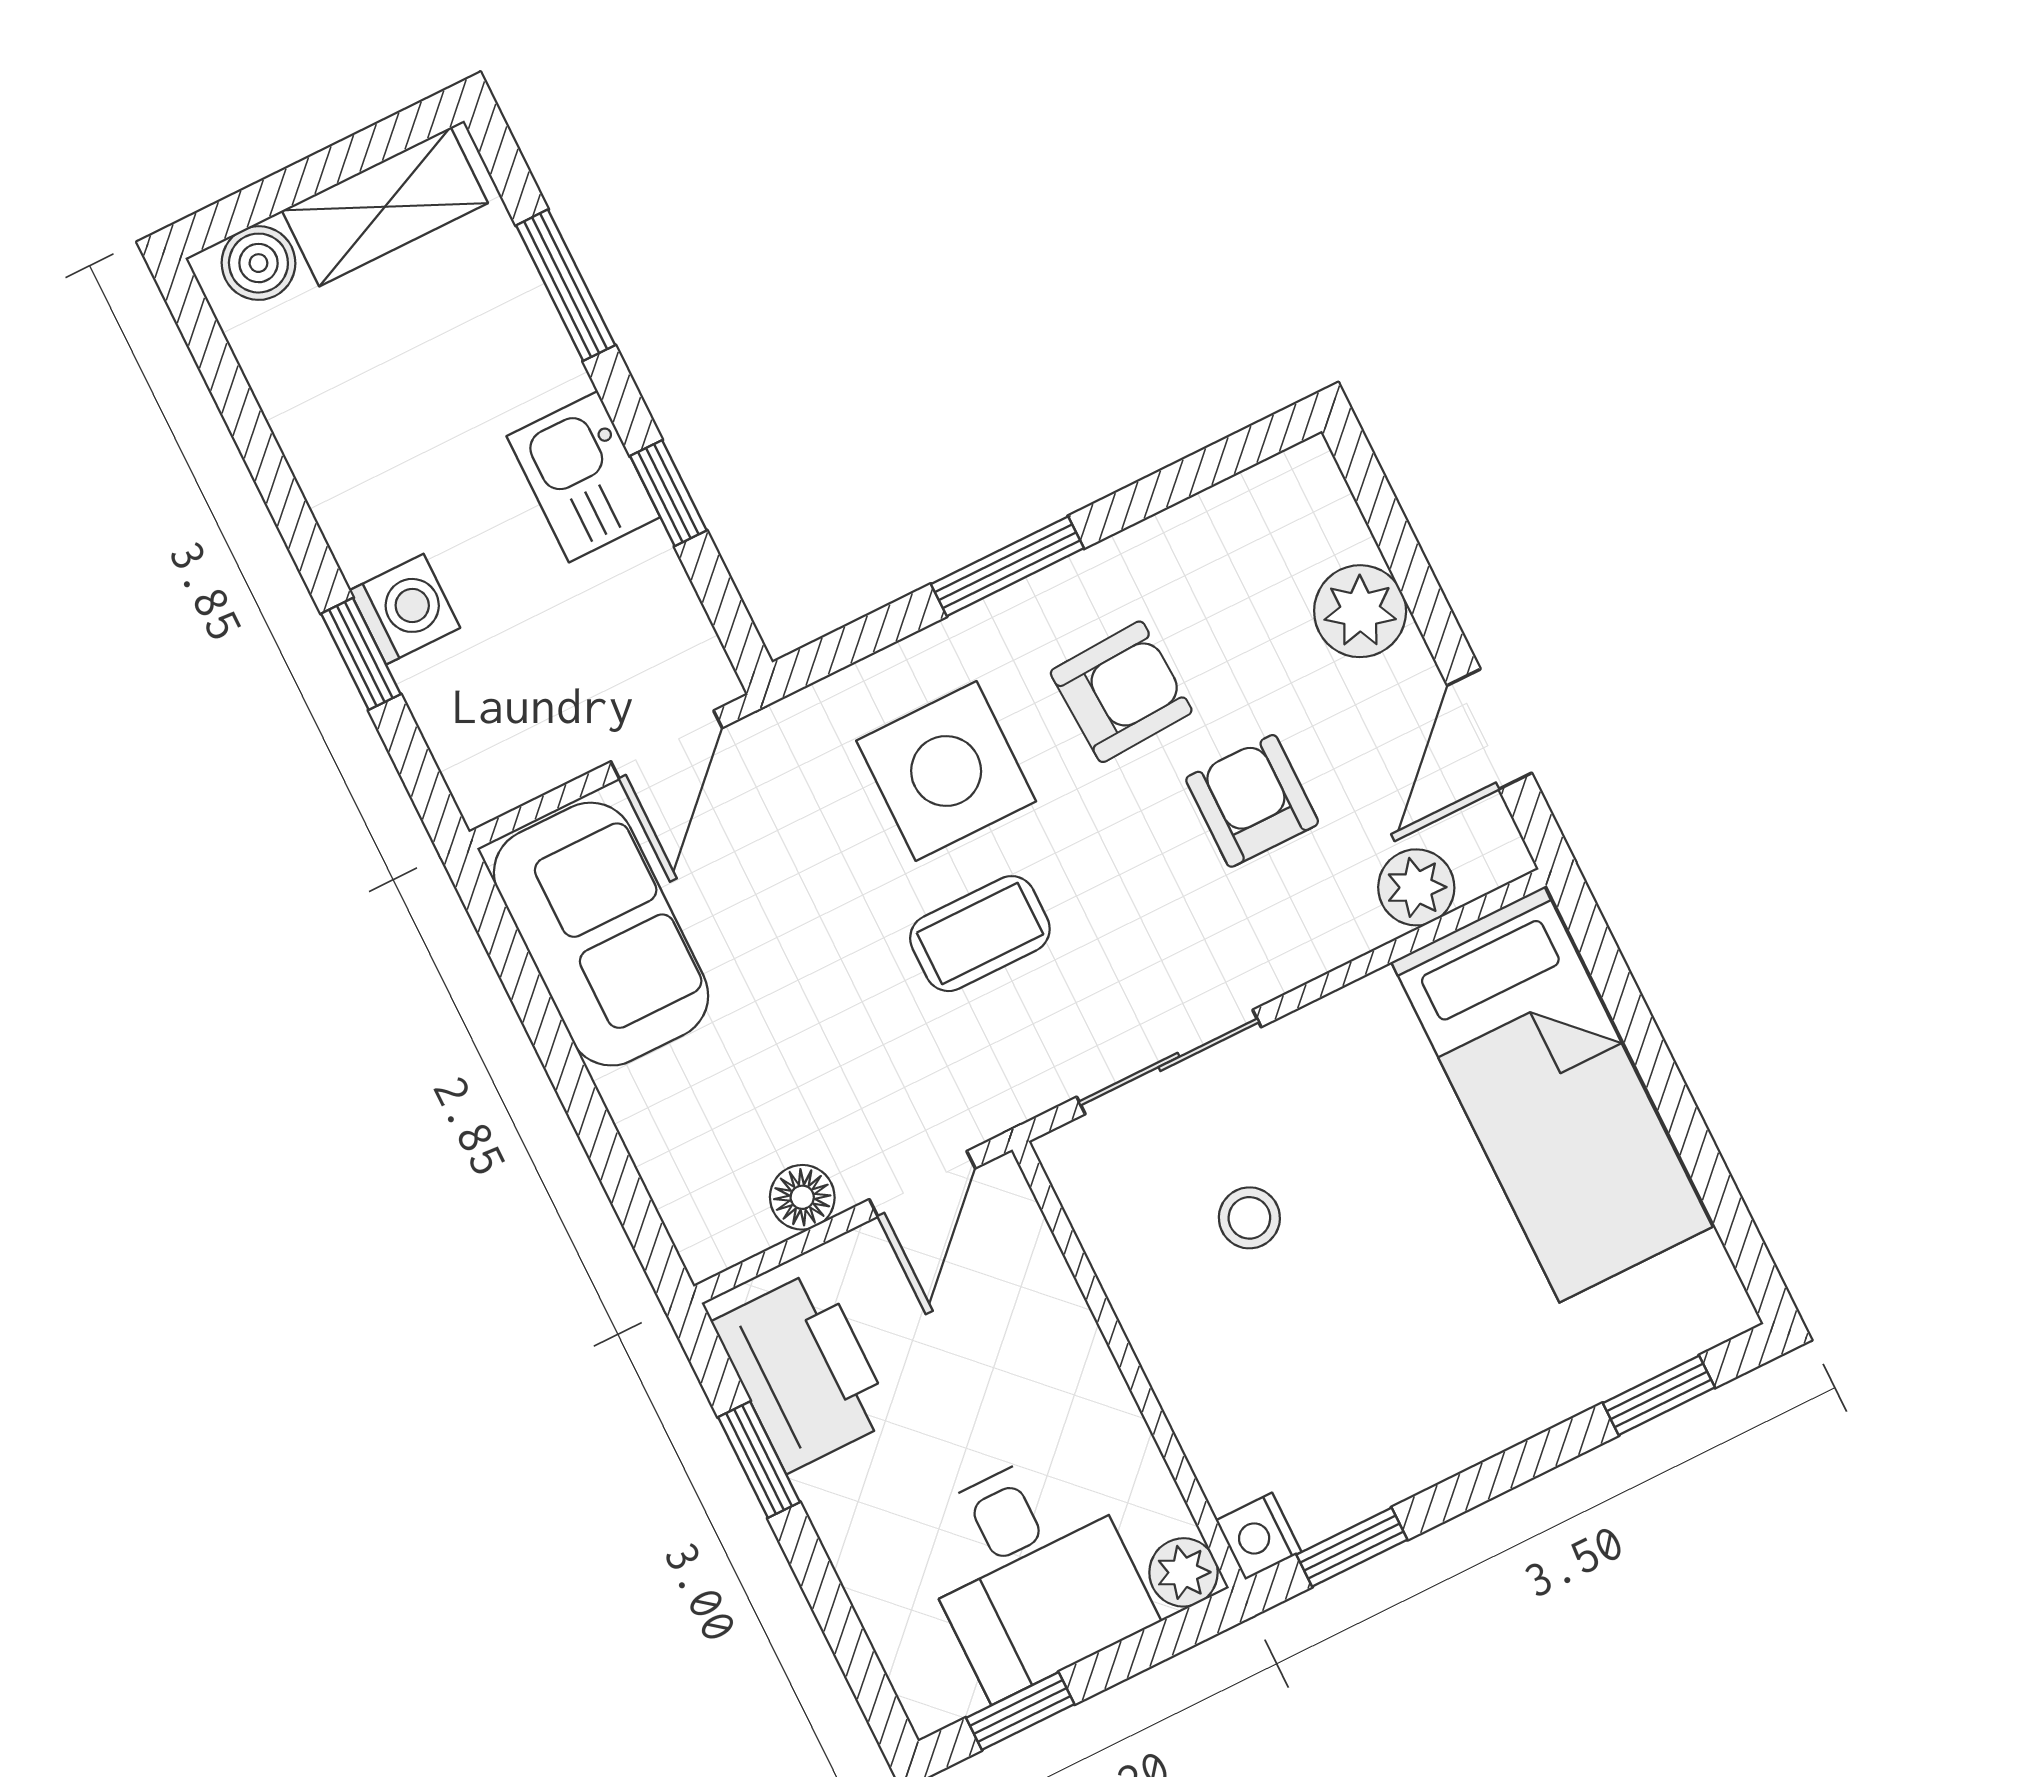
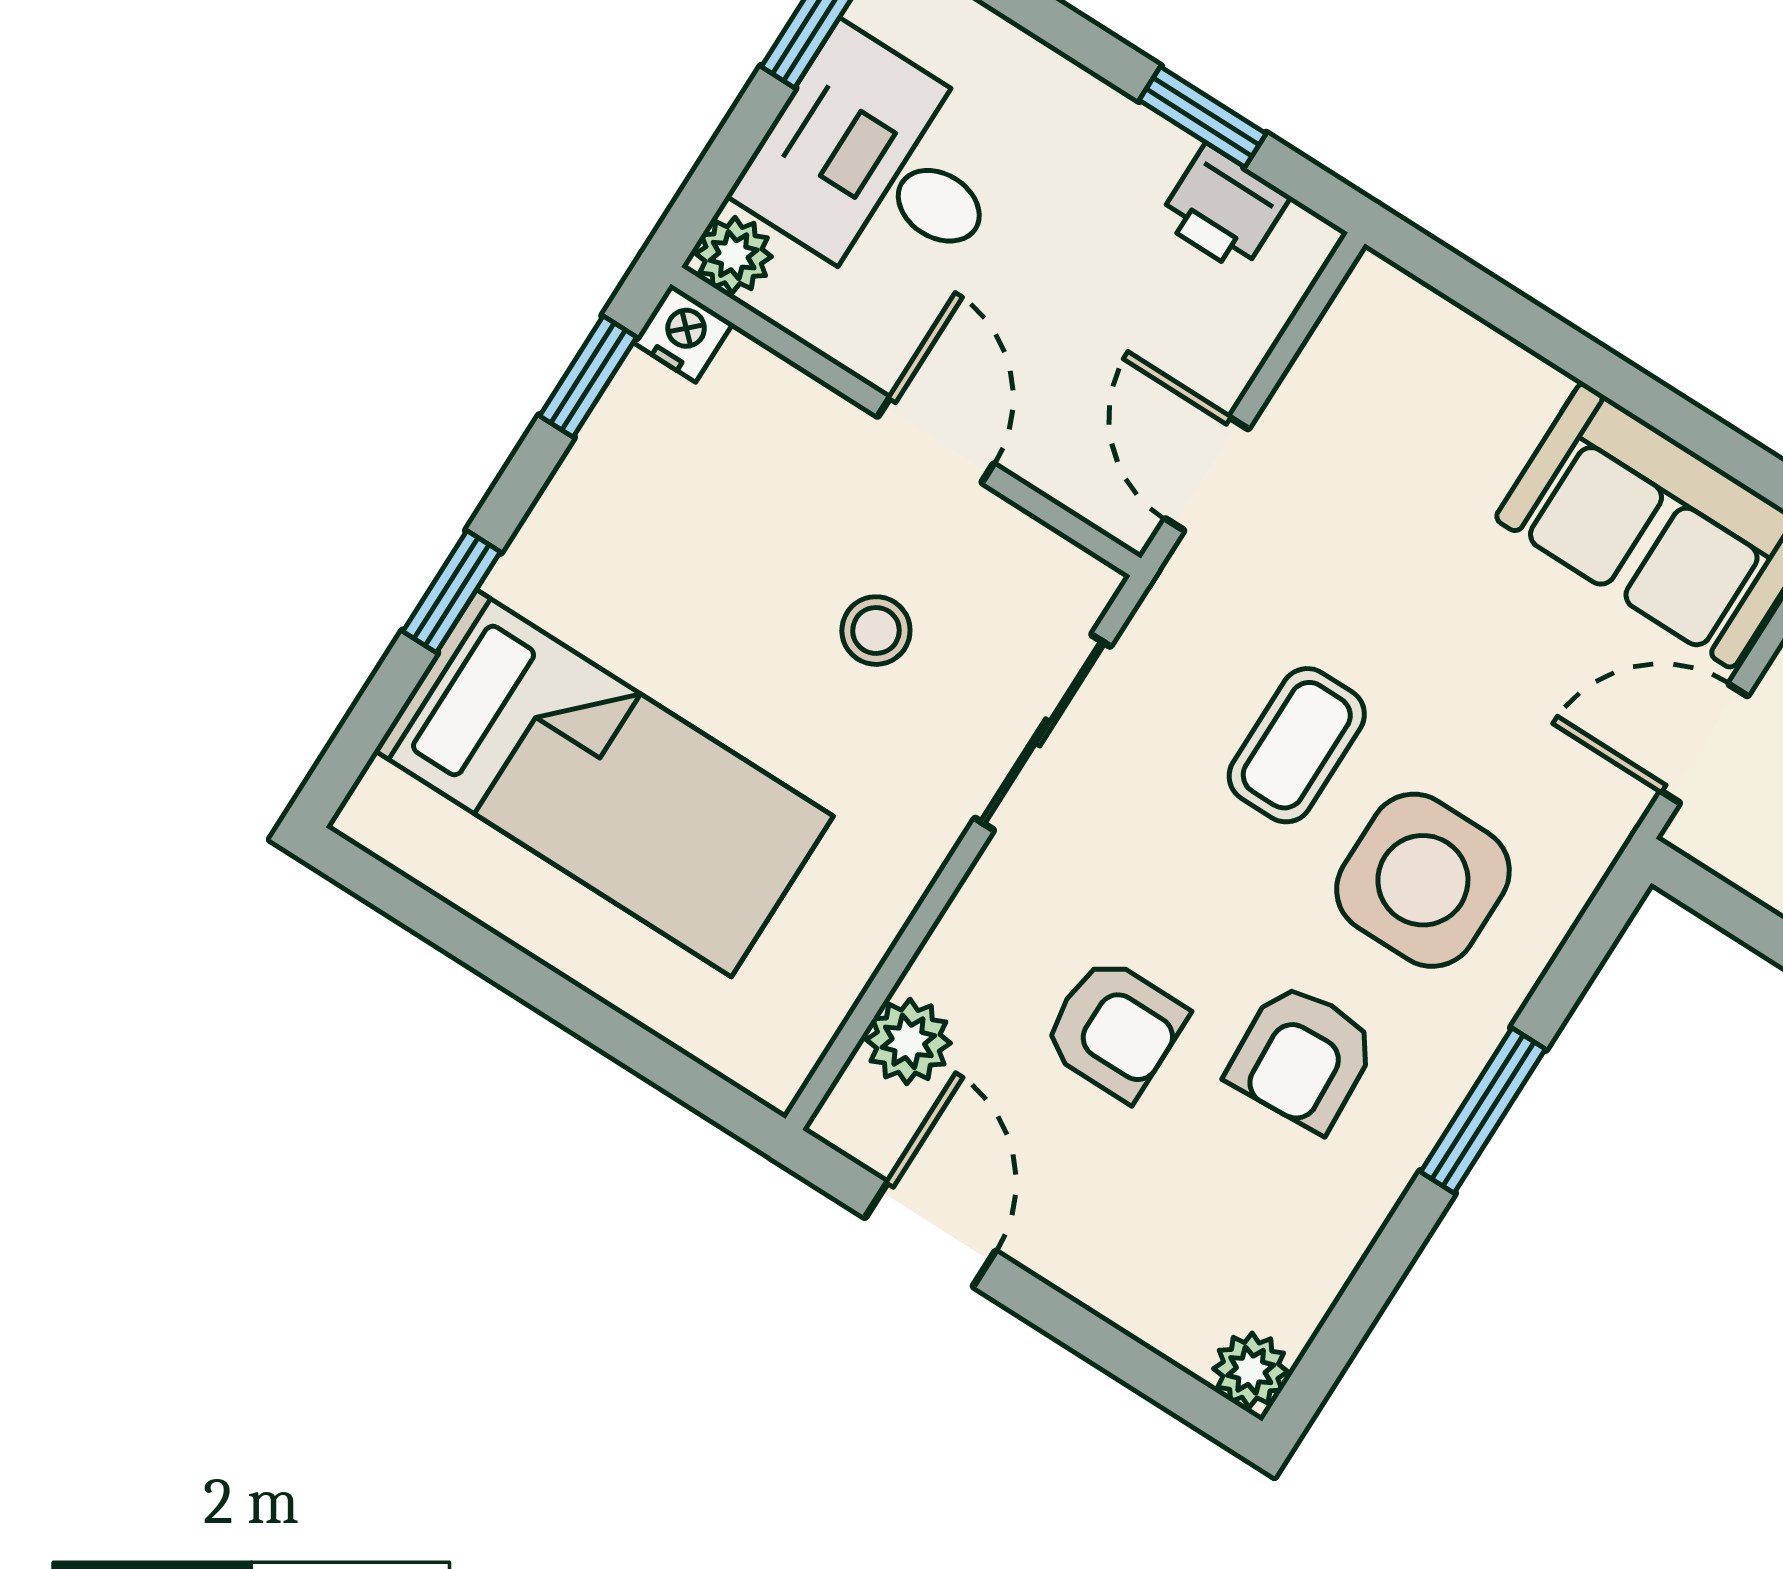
plant: (1360, 611) -> (1251, 1370), moved, width x0.73, depth x0.73
door: (666, 745) -> (1704, 744), hinge flipped
bed: (1552, 1095) -> (604, 783), moved, turned 180
floor lamp: (802, 1197) -> (1313, 391), removed
door: (1115, 1336) -> (936, 440), added
printer: (803, 1371) -> (1224, 208), width x0.53, depth x0.68
window: (1659, 1395) -> (452, 592), moved

